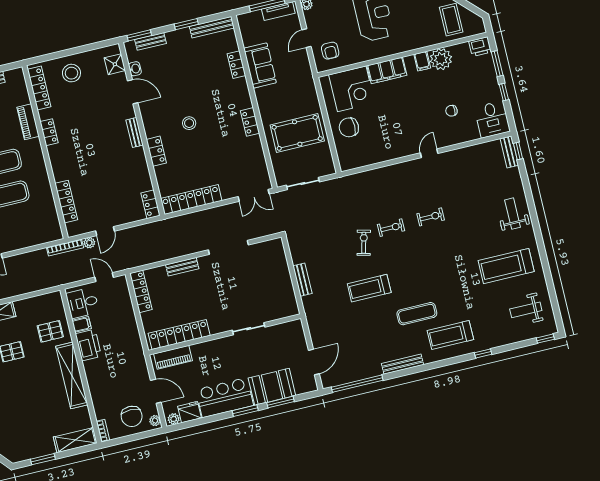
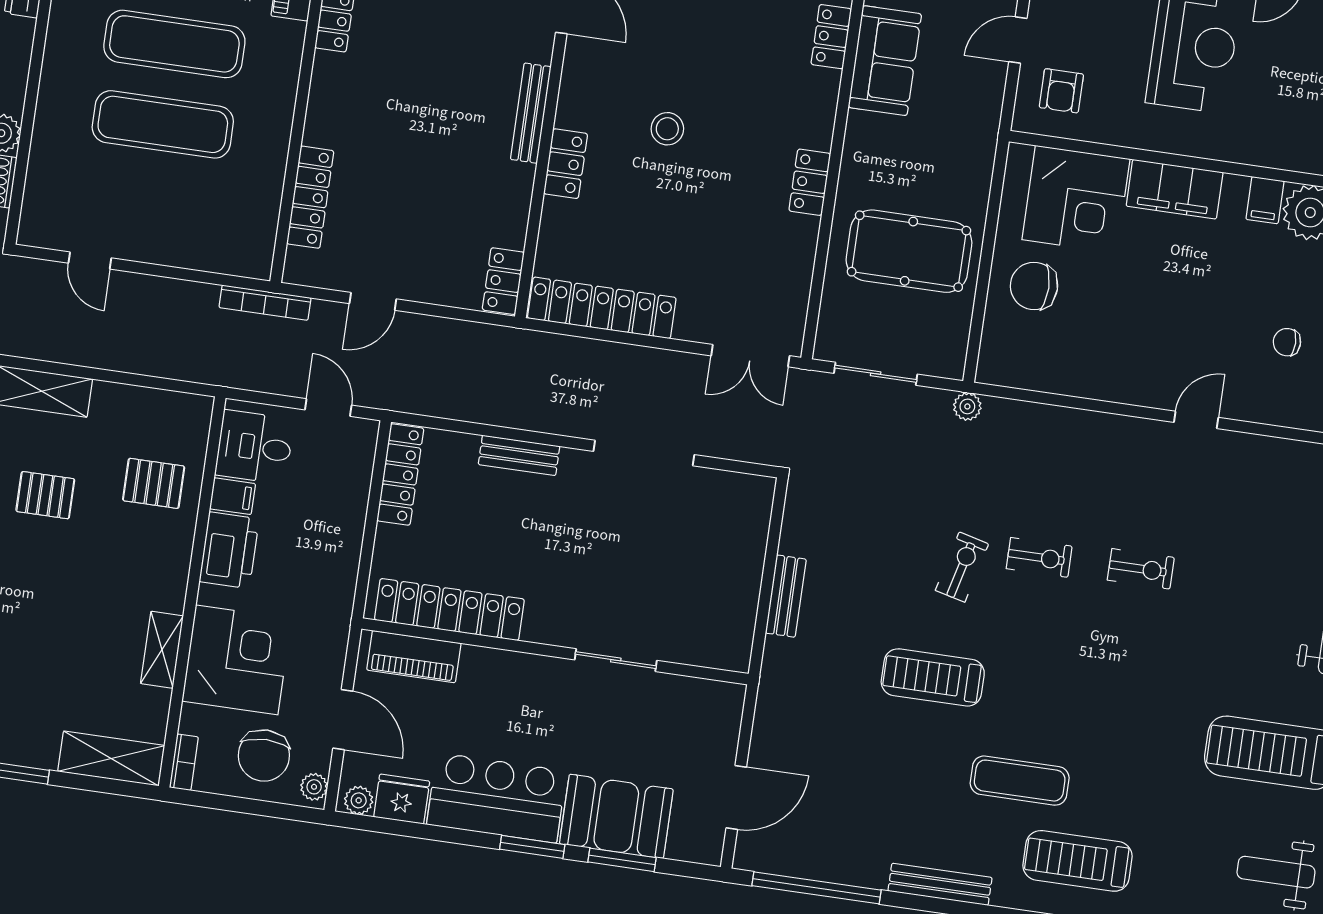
bench: (135, 132) -> (531, 113), width x1.36
plant: (89, 243) -> (967, 406), moved
shelving: (72, 375) -> (162, 650), width x0.45, depth x0.75
corner desk: (107, 385) -> (237, 660), added

